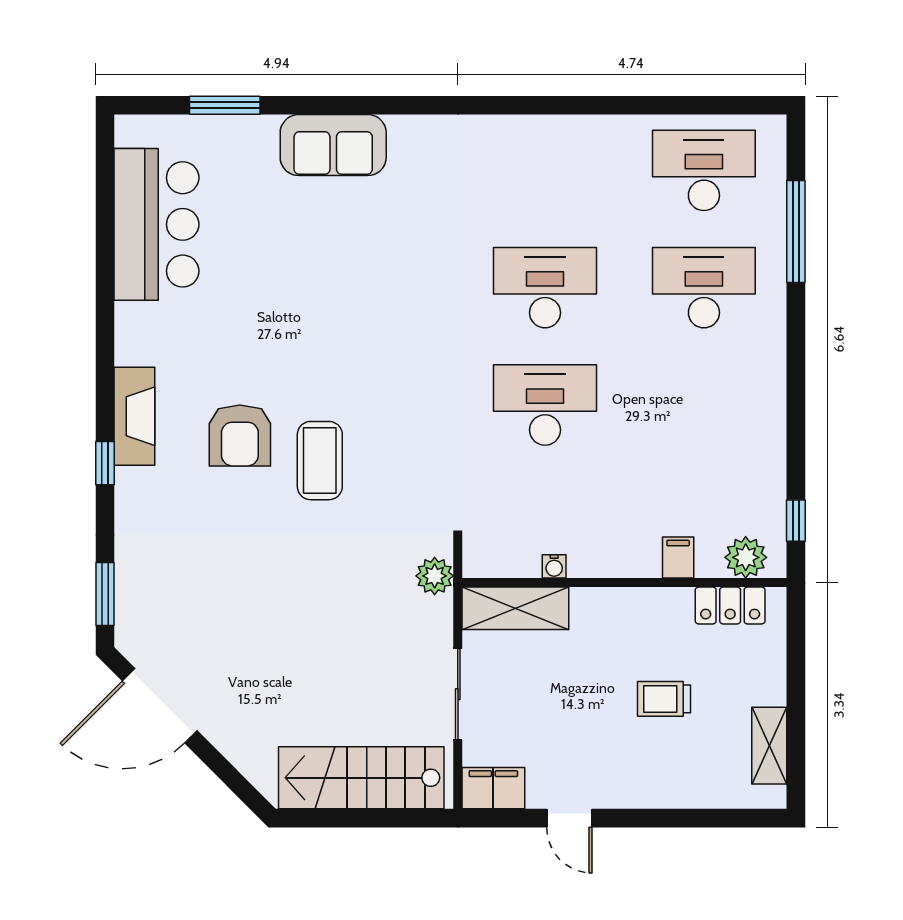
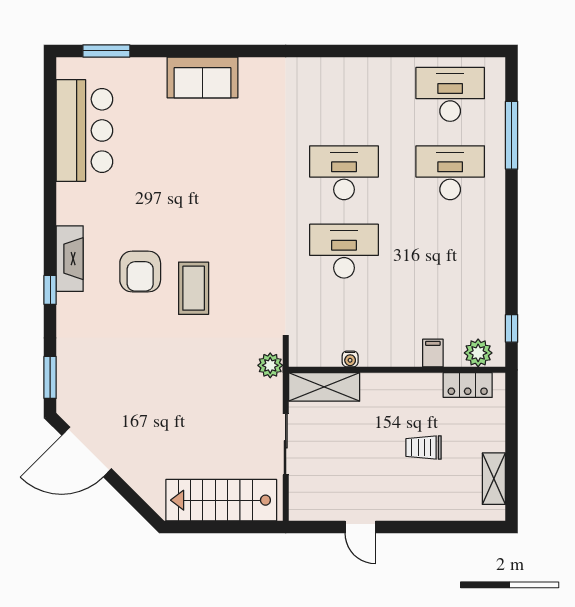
window: (225, 105) -> (106, 51), moved
filing cabinet: (493, 788) -> (310, 507), removed

